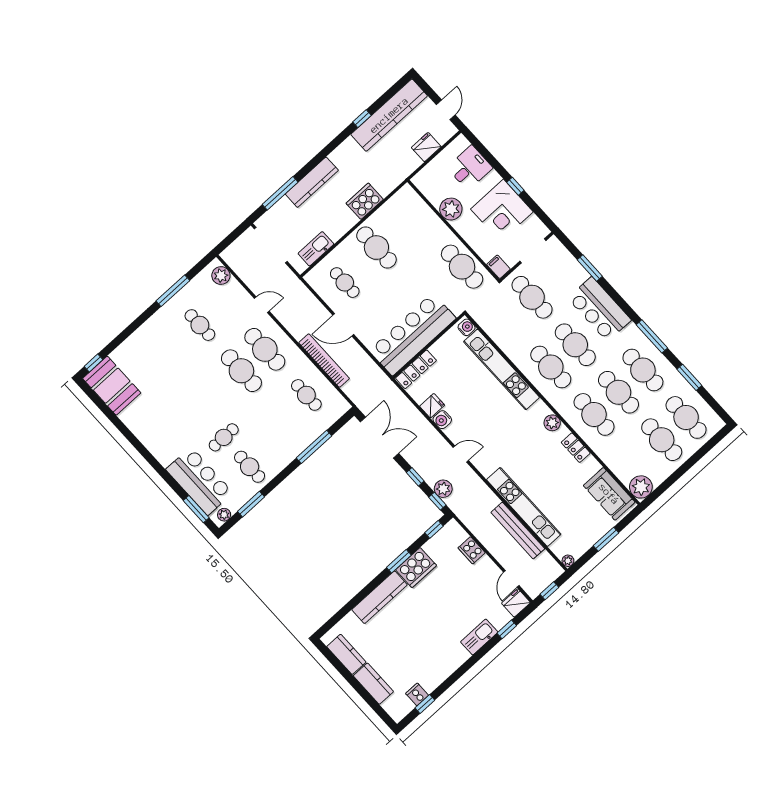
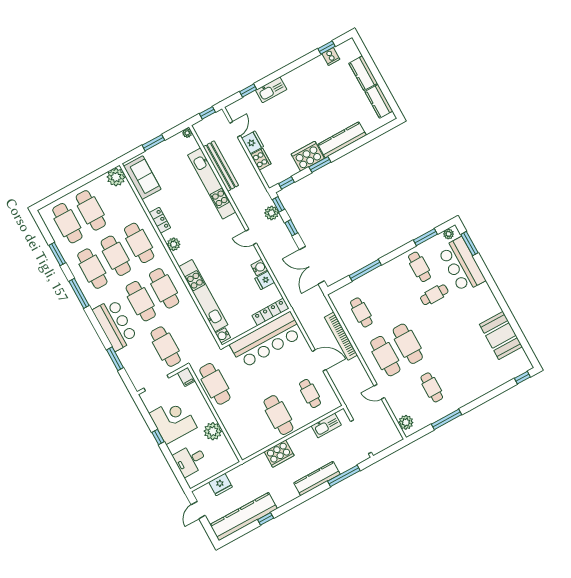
booth: (112, 386) -> (501, 336), moved
fridge: (516, 603) -> (252, 142), moved, turned -90

